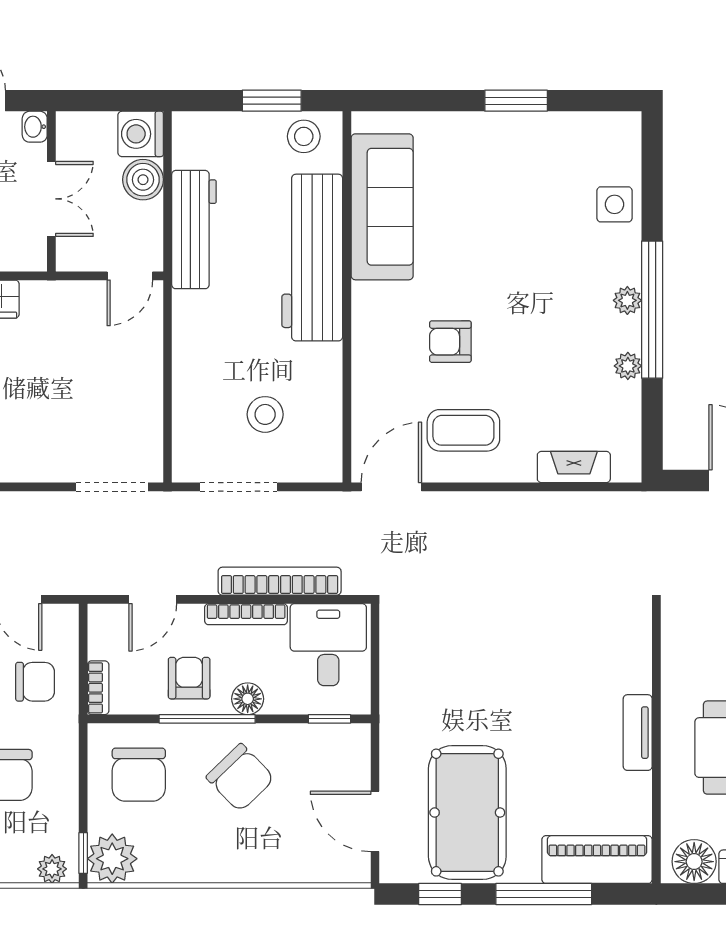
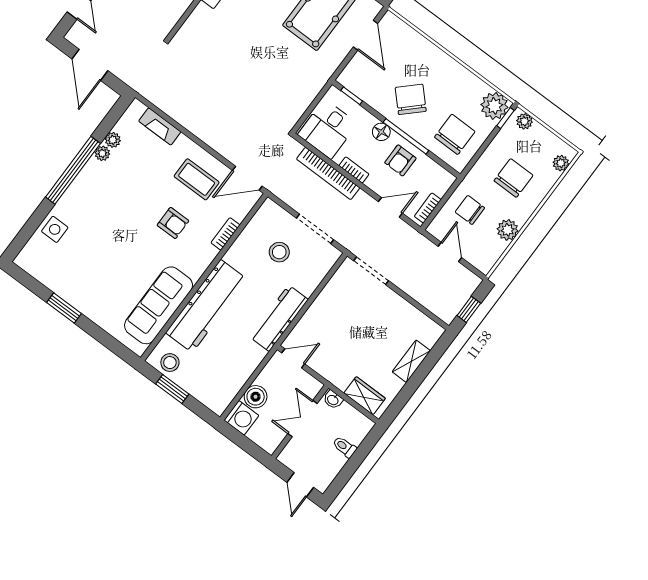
washbasin: (35, 127) -> (333, 400), moved, turned 90
workbench: (194, 230) -> (279, 318), moved
plant: (627, 300) -> (113, 140), moved
bookcase: (363, 383) -> (225, 234), added
bookcase: (246, 614) -> (354, 170), width x0.64
bookcase: (98, 688) -> (428, 208), moved

